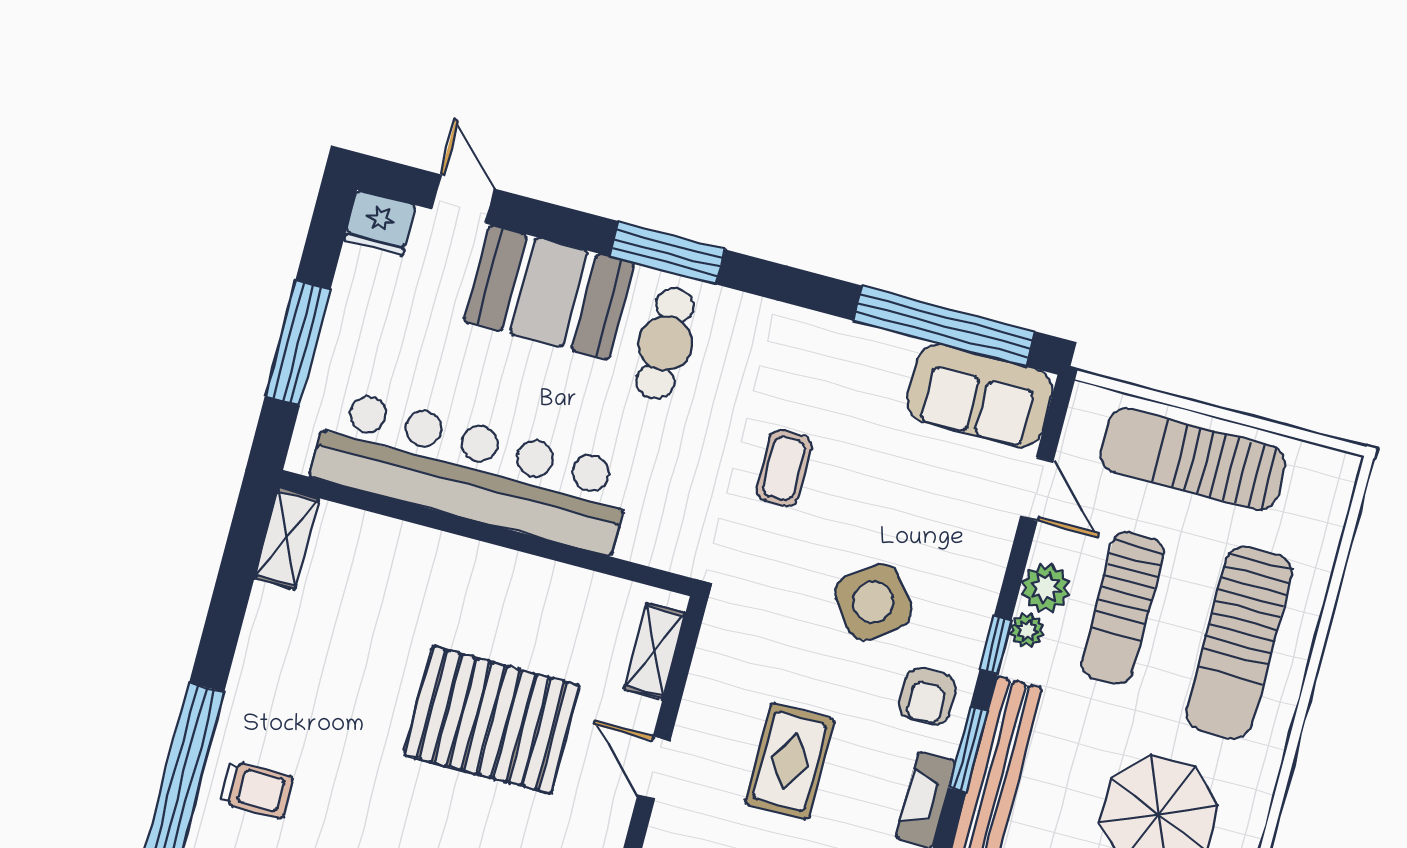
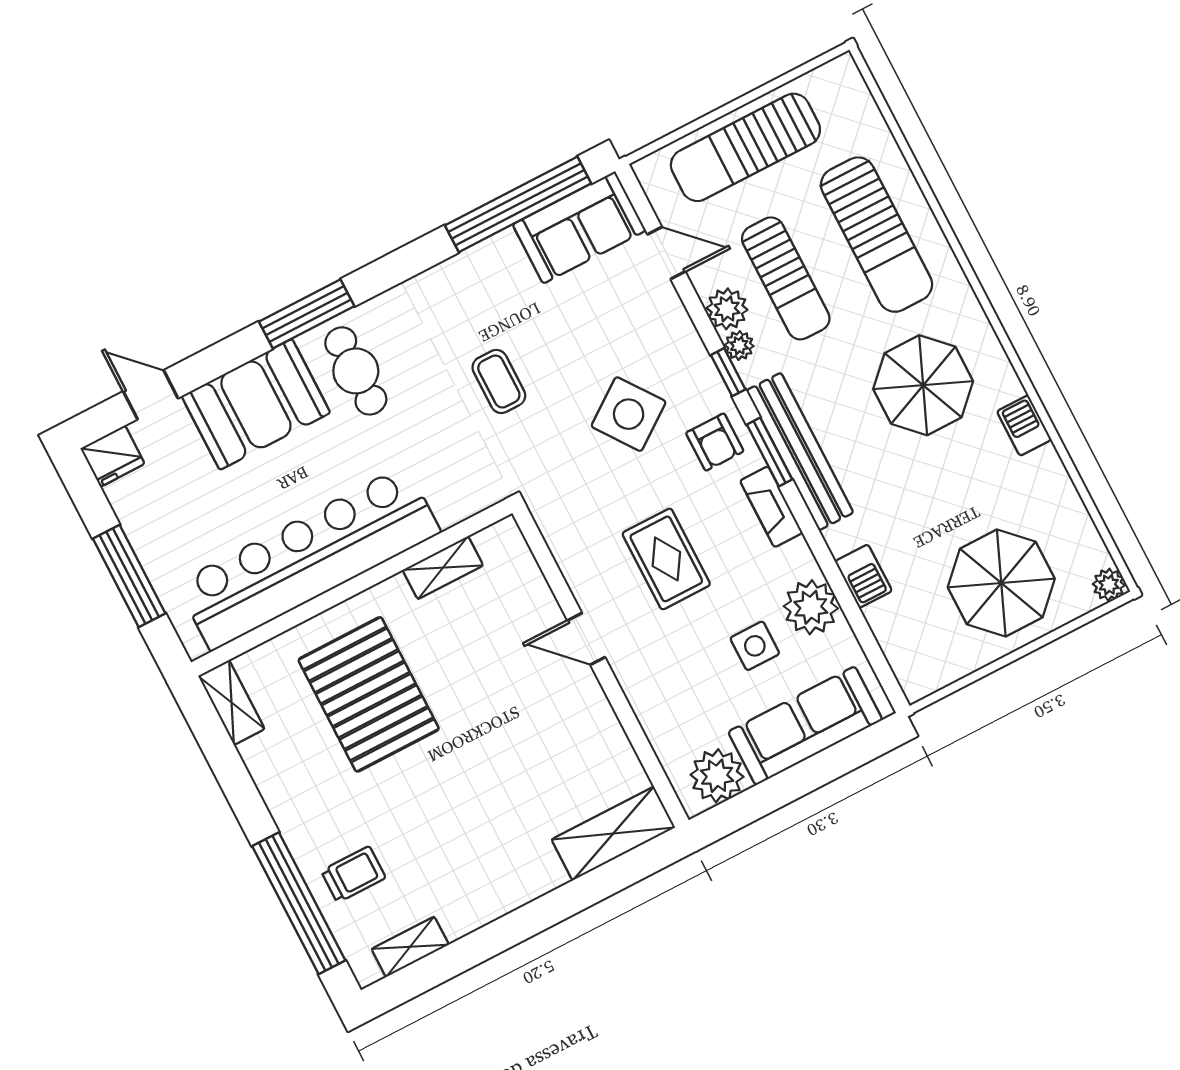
shelving: (655, 651) -> (443, 568), moved, turned 90
pallet: (492, 720) -> (369, 694), moved, turned 90

